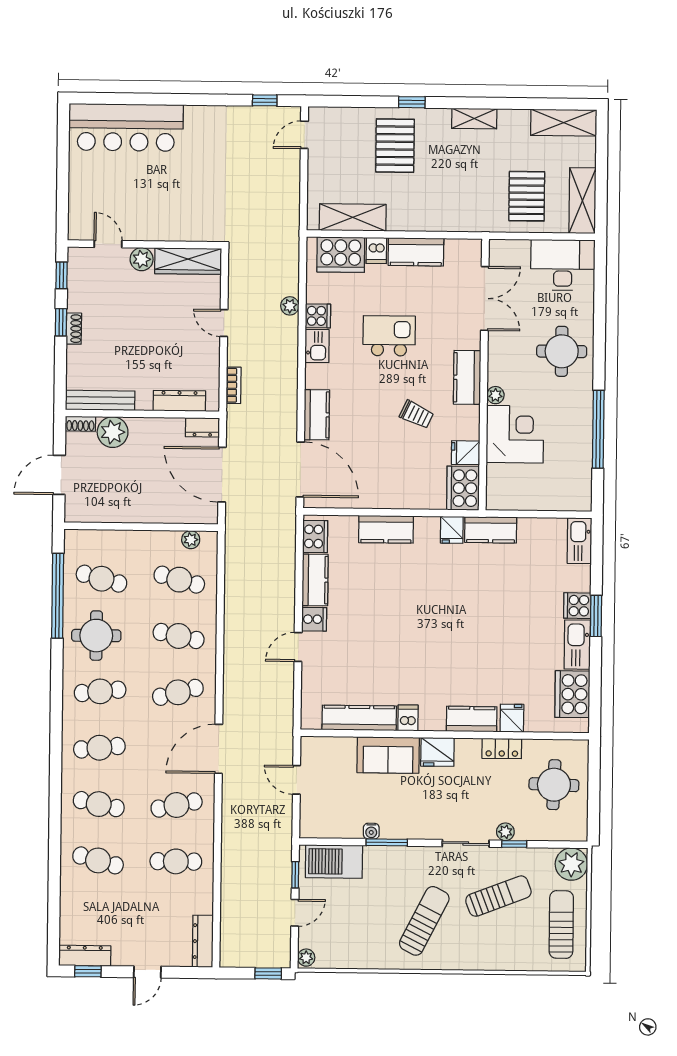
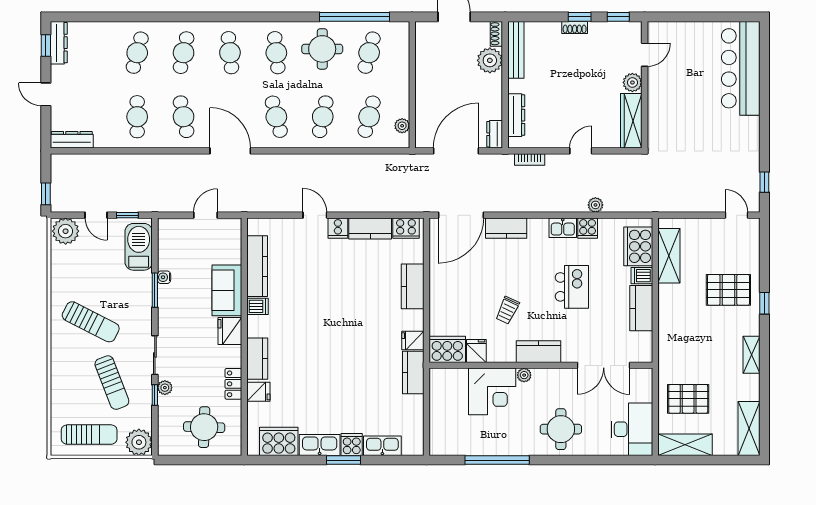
kitchen sink: (579, 541) -> (382, 446), moved
plant: (306, 958) -> (66, 231), width x1.87, depth x1.87

